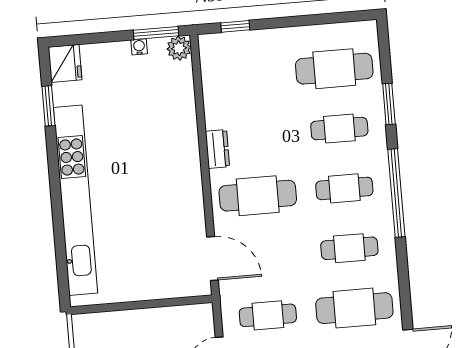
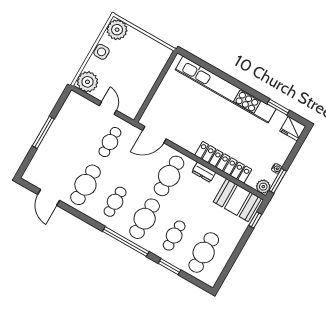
booth: (224, 72) -> (237, 200), added
locker: (184, 131) -> (223, 162), added
cafe table: (344, 188) -> (145, 219), width x1.37, depth x1.35

